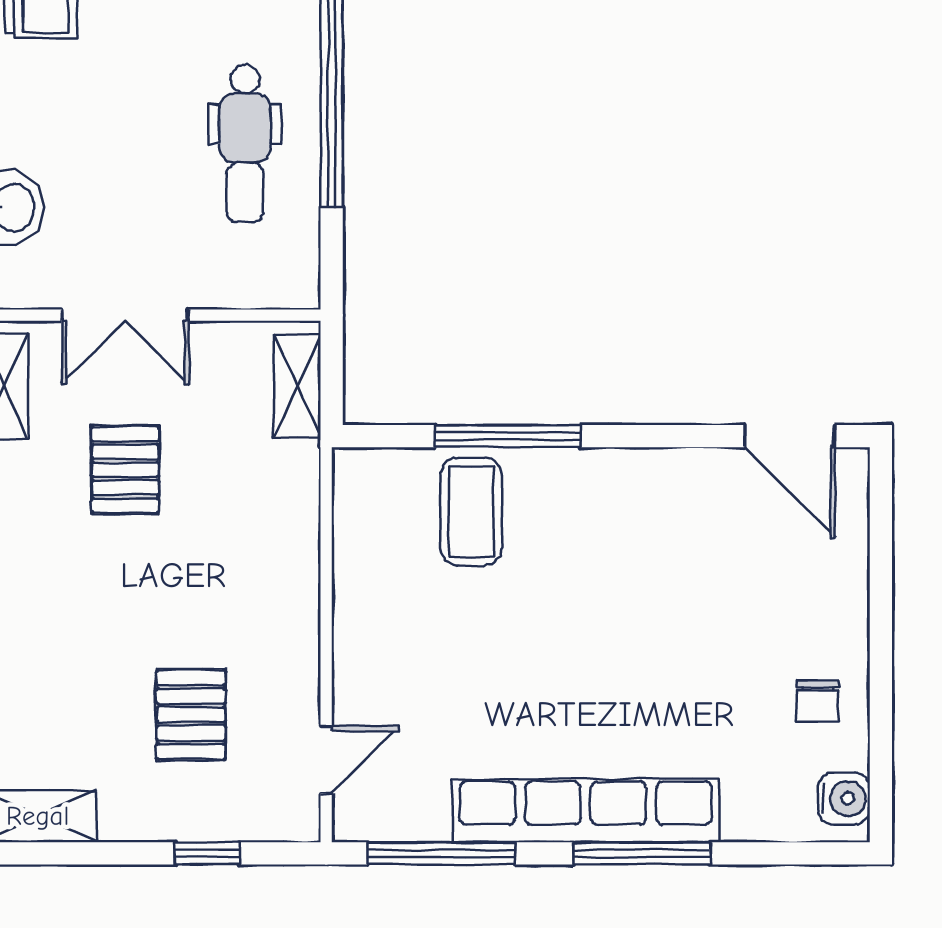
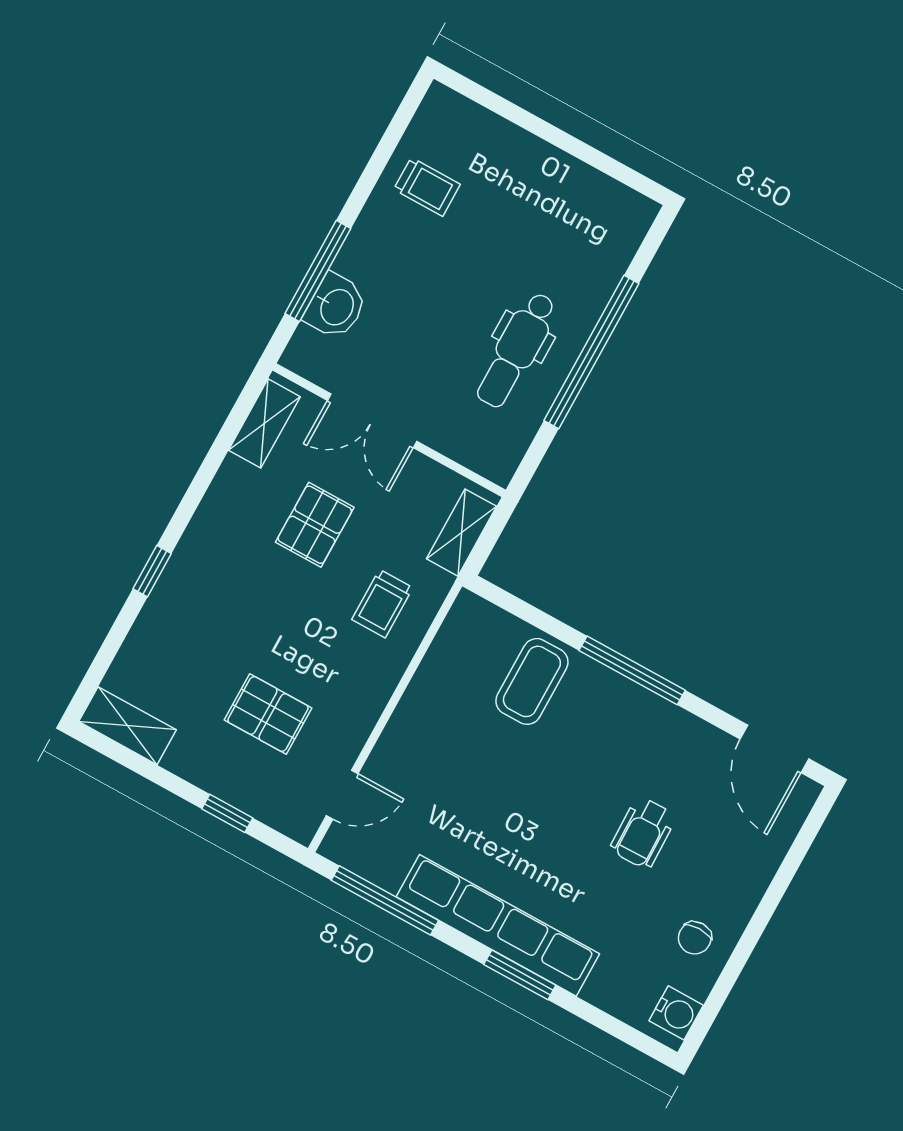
window: (508, 436) -> (632, 670), moved
trolley: (252, 517) -> (382, 604), added
wheelchair: (693, 614) -> (643, 833), added
pallet: (191, 715) -> (268, 714), turned 90
window: (642, 853) -> (520, 975), width x0.69

